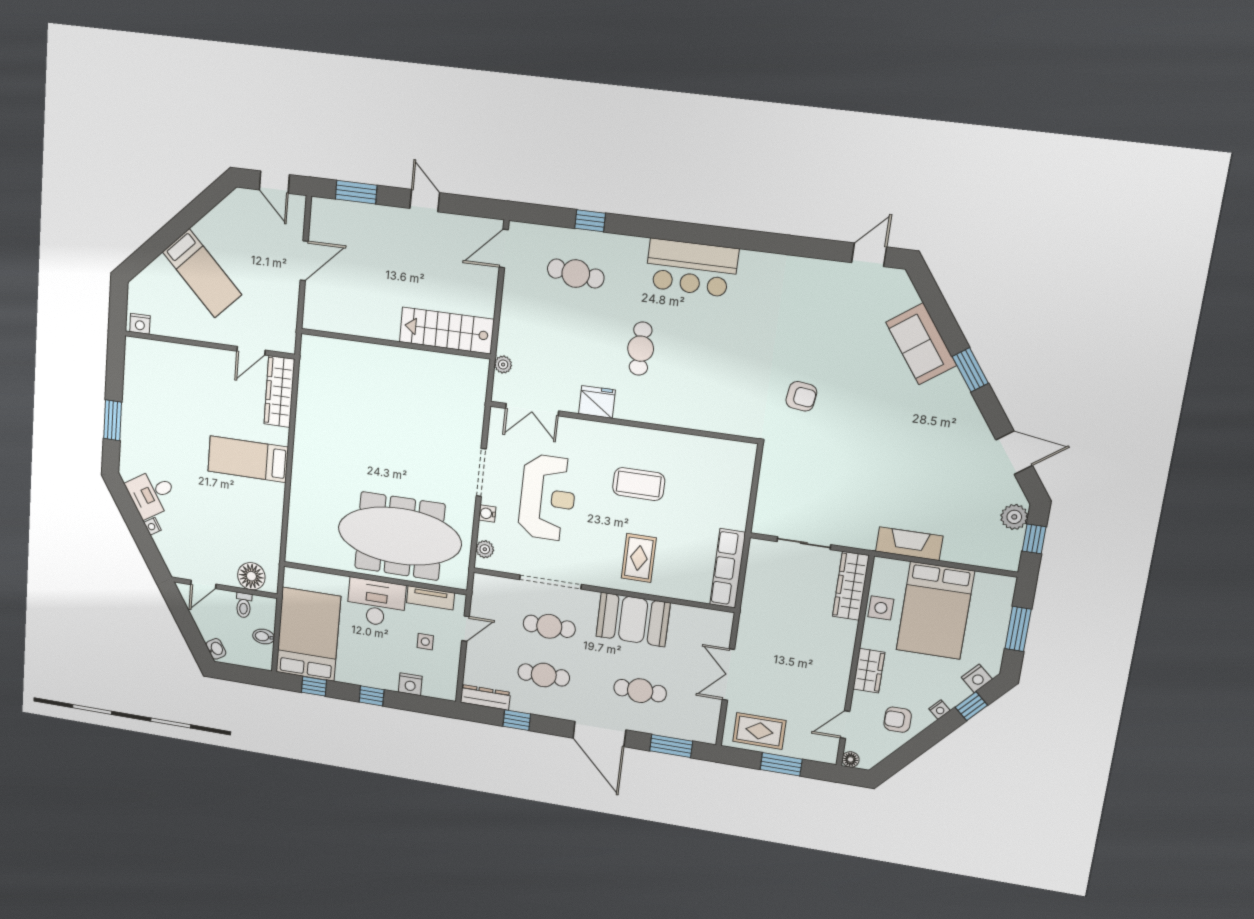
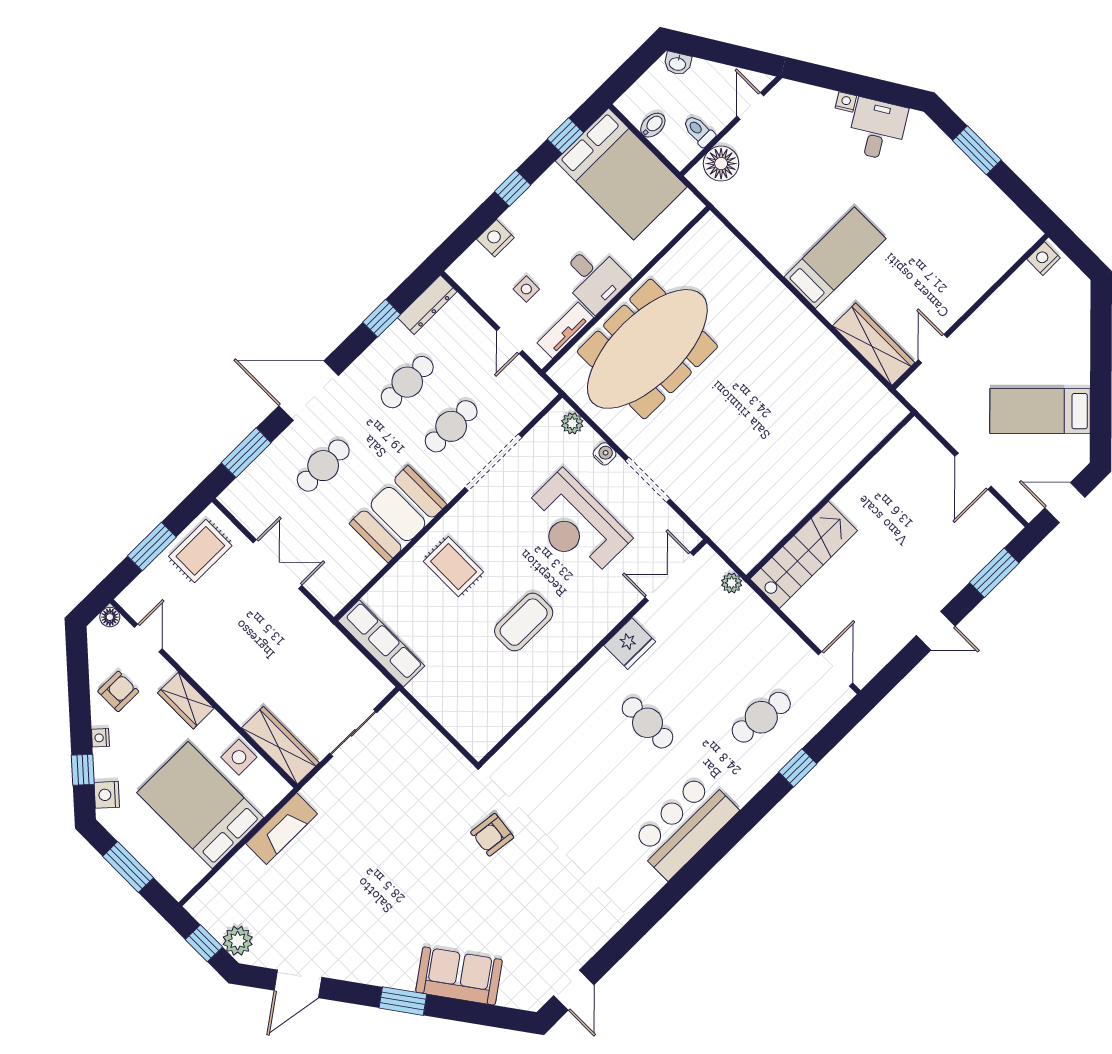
bed: (202, 273) -> (1040, 411), moved
desk: (376, 603) -> (594, 278), width x0.73

